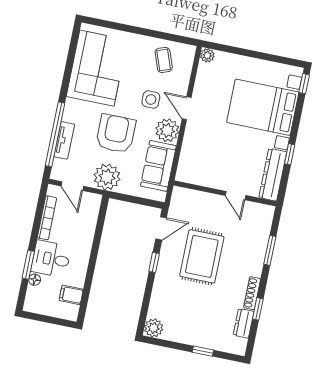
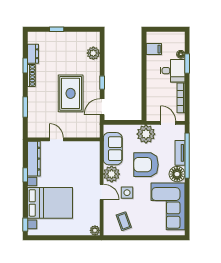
floor lamp: (75, 111) -> (177, 174), added
armchair: (116, 134) -> (146, 165), turned 90
plant: (154, 328) -> (93, 53), moved

